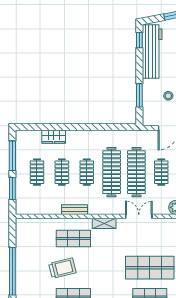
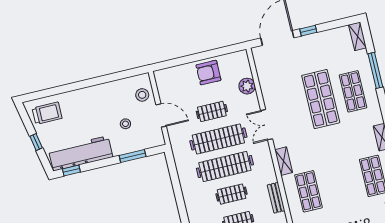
trolley: (62, 268) -> (344, 196), removed

